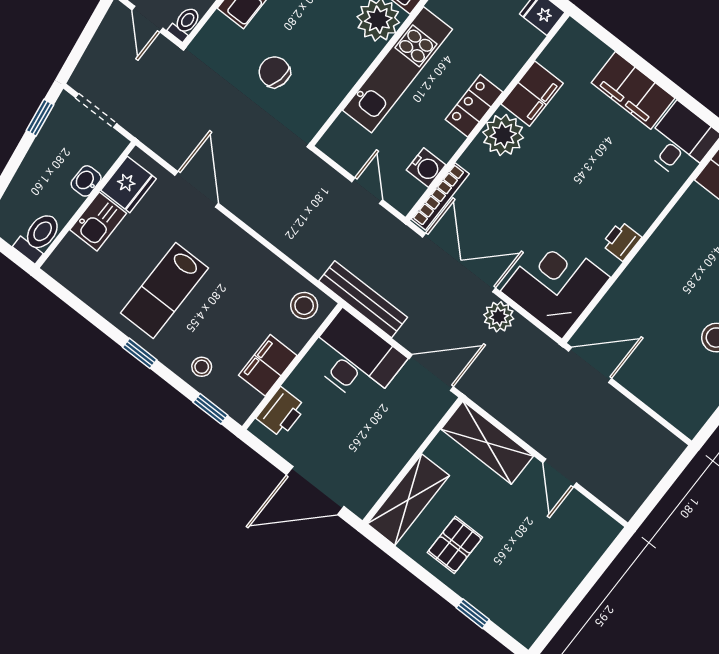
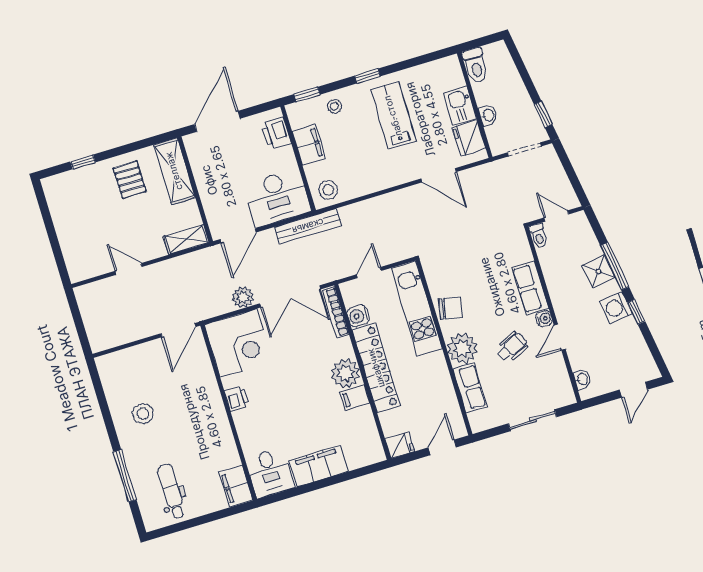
kitchen unit: (397, 70) -> (417, 309), moved
chair: (275, 72) -> (450, 308), moved
filing cabinet: (532, 94) -> (355, 398), width x0.50
locker: (474, 106) -> (376, 368), width x2.16, depth x1.21
door: (367, 191) -> (369, 273), swing flipped
shelving: (487, 443) -> (186, 240), width x0.67, depth x0.75

